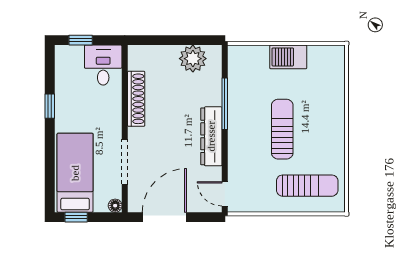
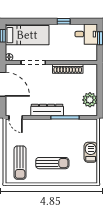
desk: (103, 65) -> (86, 34), moved
sun lounger: (282, 129) -> (52, 163), moved
door: (225, 194) -> (16, 117), swing flipped

